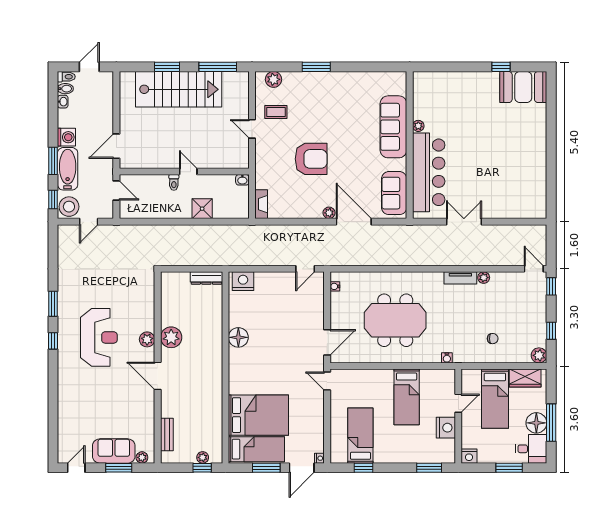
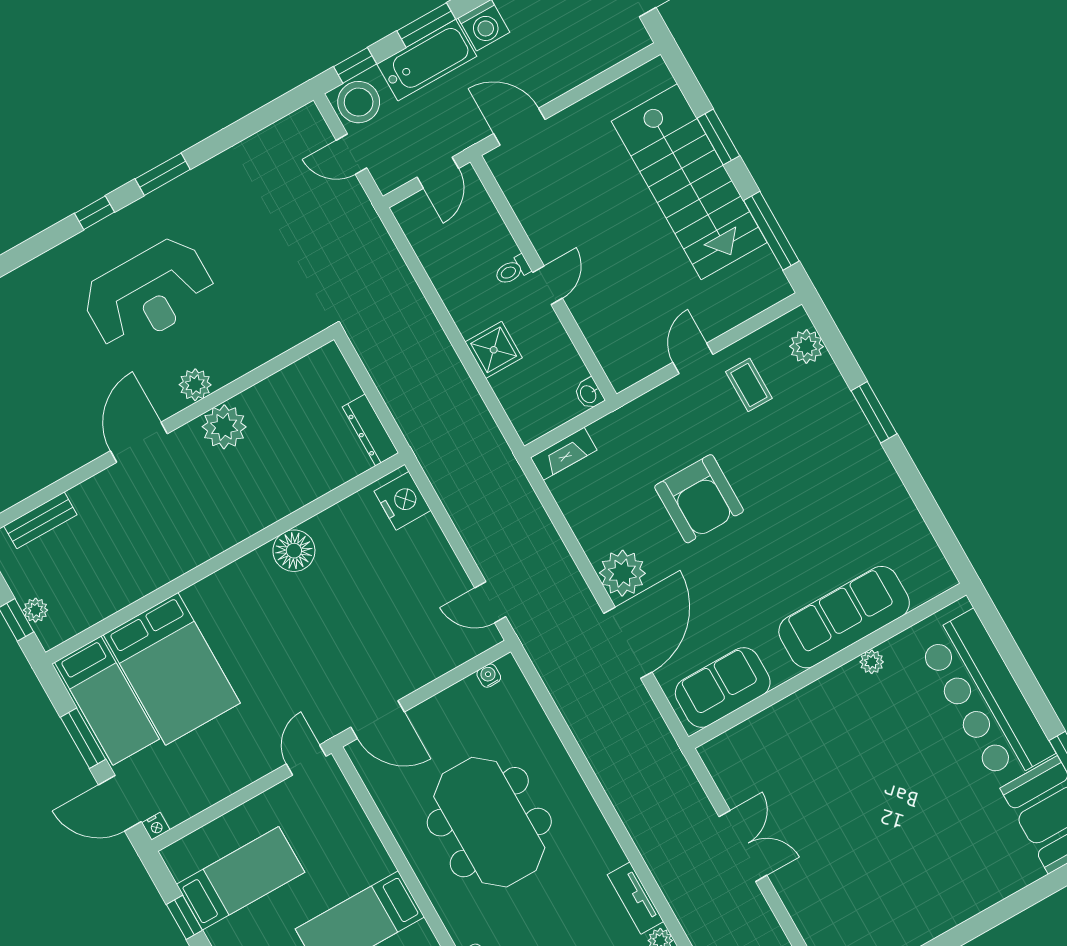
bar counter: (429, 172) -> (985, 697), moved, turned 90
plant: (329, 213) -> (622, 573), width x1.88, depth x1.88

